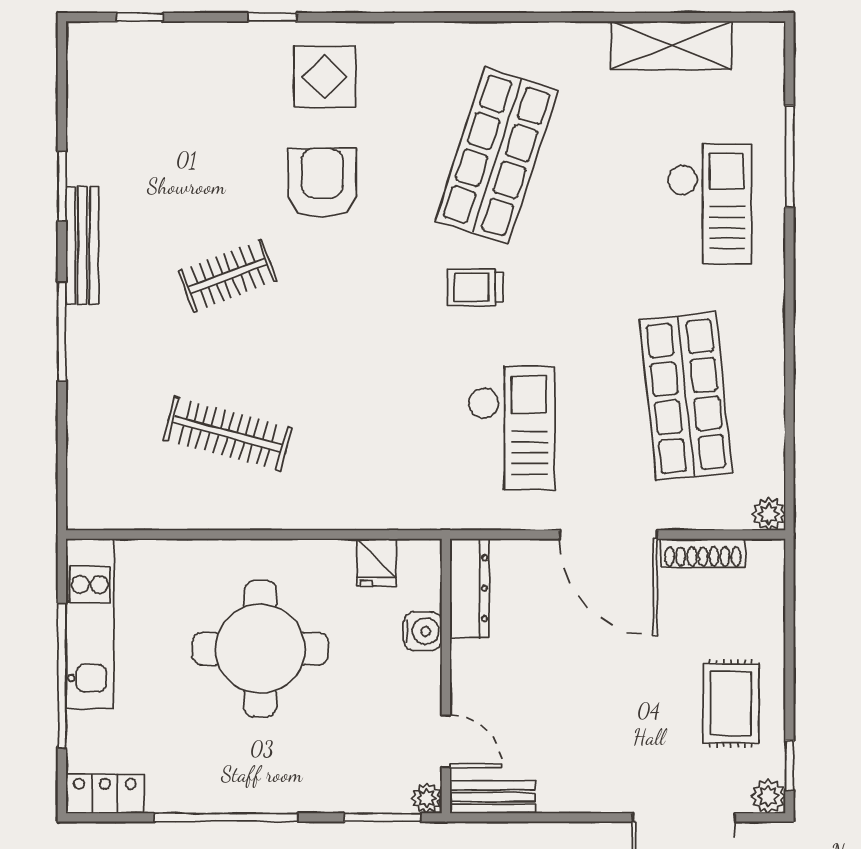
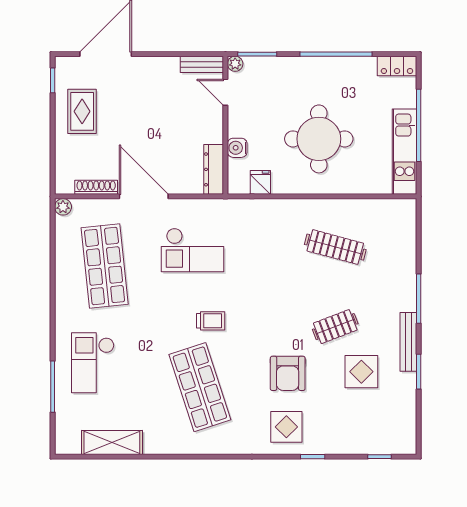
shop shelf: (497, 155) -> (200, 387), turned -36
display table: (176, 186) -> (361, 372), added
checkout: (511, 428) -> (192, 250), turned -90
plant: (768, 796) -> (63, 65), removed

